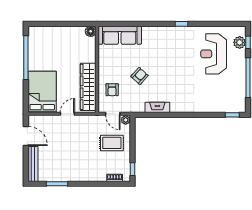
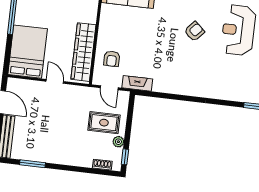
armchair: (139, 76) -> (194, 31), moved
fireplace: (157, 107) -> (137, 83), moved
door: (67, 114) -> (55, 81), hinge flipped
plant: (126, 120) -> (118, 142), moved

